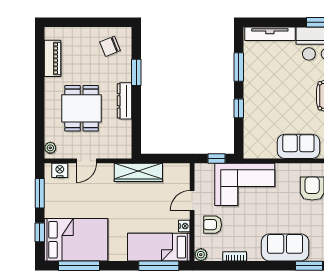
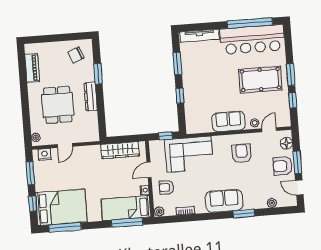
wardrobe: (138, 172) -> (120, 150), moved

